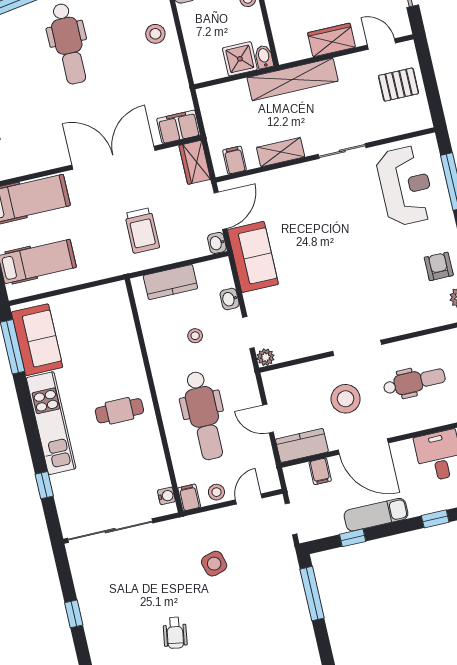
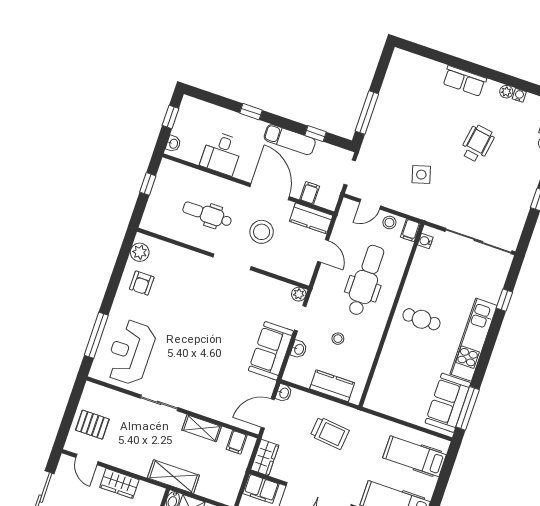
shelving: (293, 79) -> (173, 477), width x0.68
trolley: (142, 231) -> (330, 433), turned 96
sofa: (253, 257) -> (271, 351), moved
wheelchair: (175, 633) -> (477, 144), width x1.36, depth x1.37

